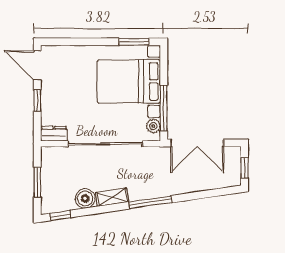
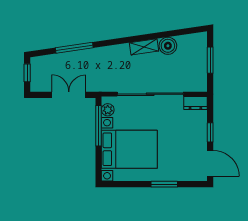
window: (134, 42) -> (164, 184), moved
double door: (197, 143) -> (69, 95), width x0.73
window: (150, 202) -> (74, 48), moved
window: (60, 216) -> (190, 31), removed

